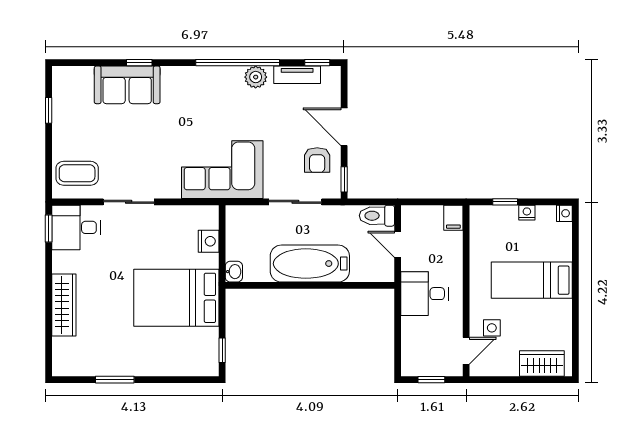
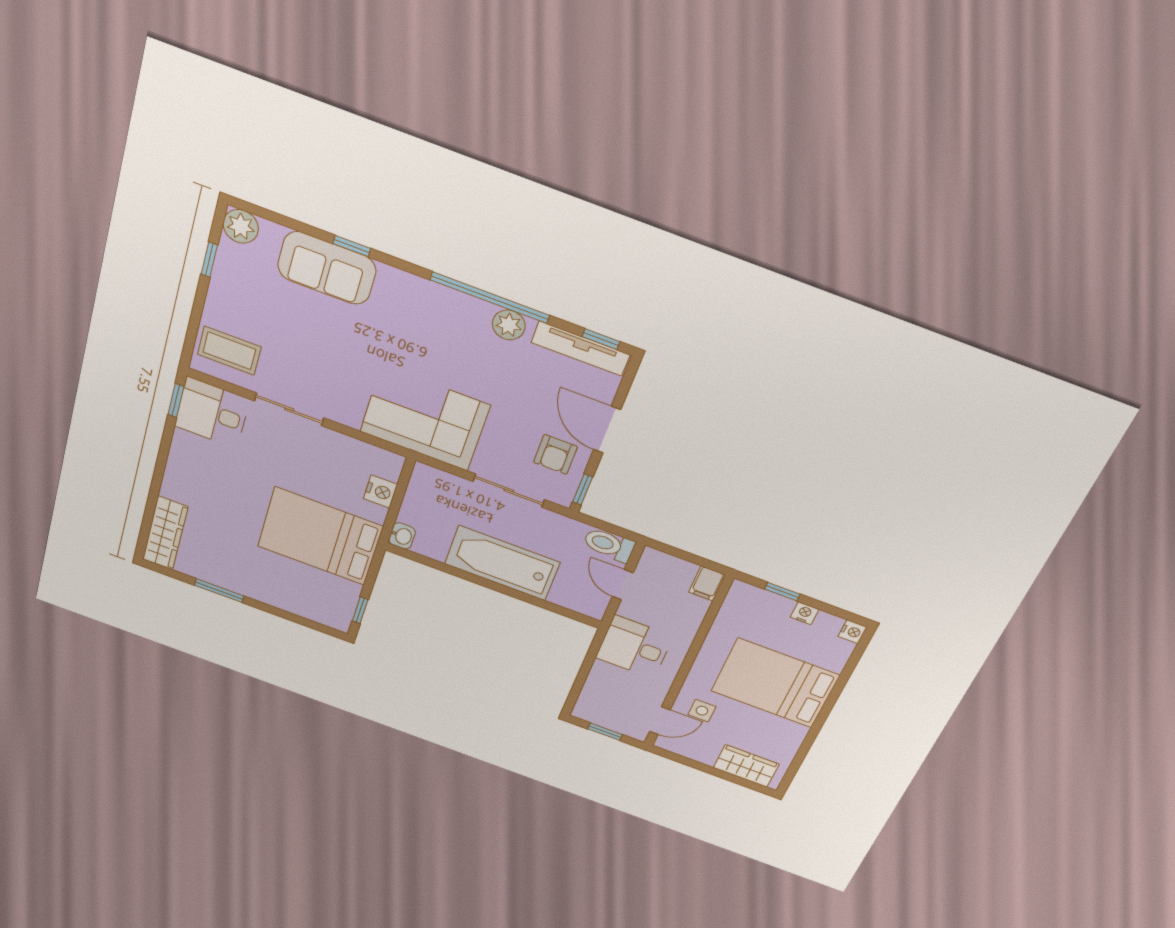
tv unit: (297, 75) -> (581, 349), width x1.41
plant: (64, 78) -> (241, 226), added
bed: (532, 280) -> (775, 683), width x1.50
wardrobe: (64, 305) -> (165, 533), moved

